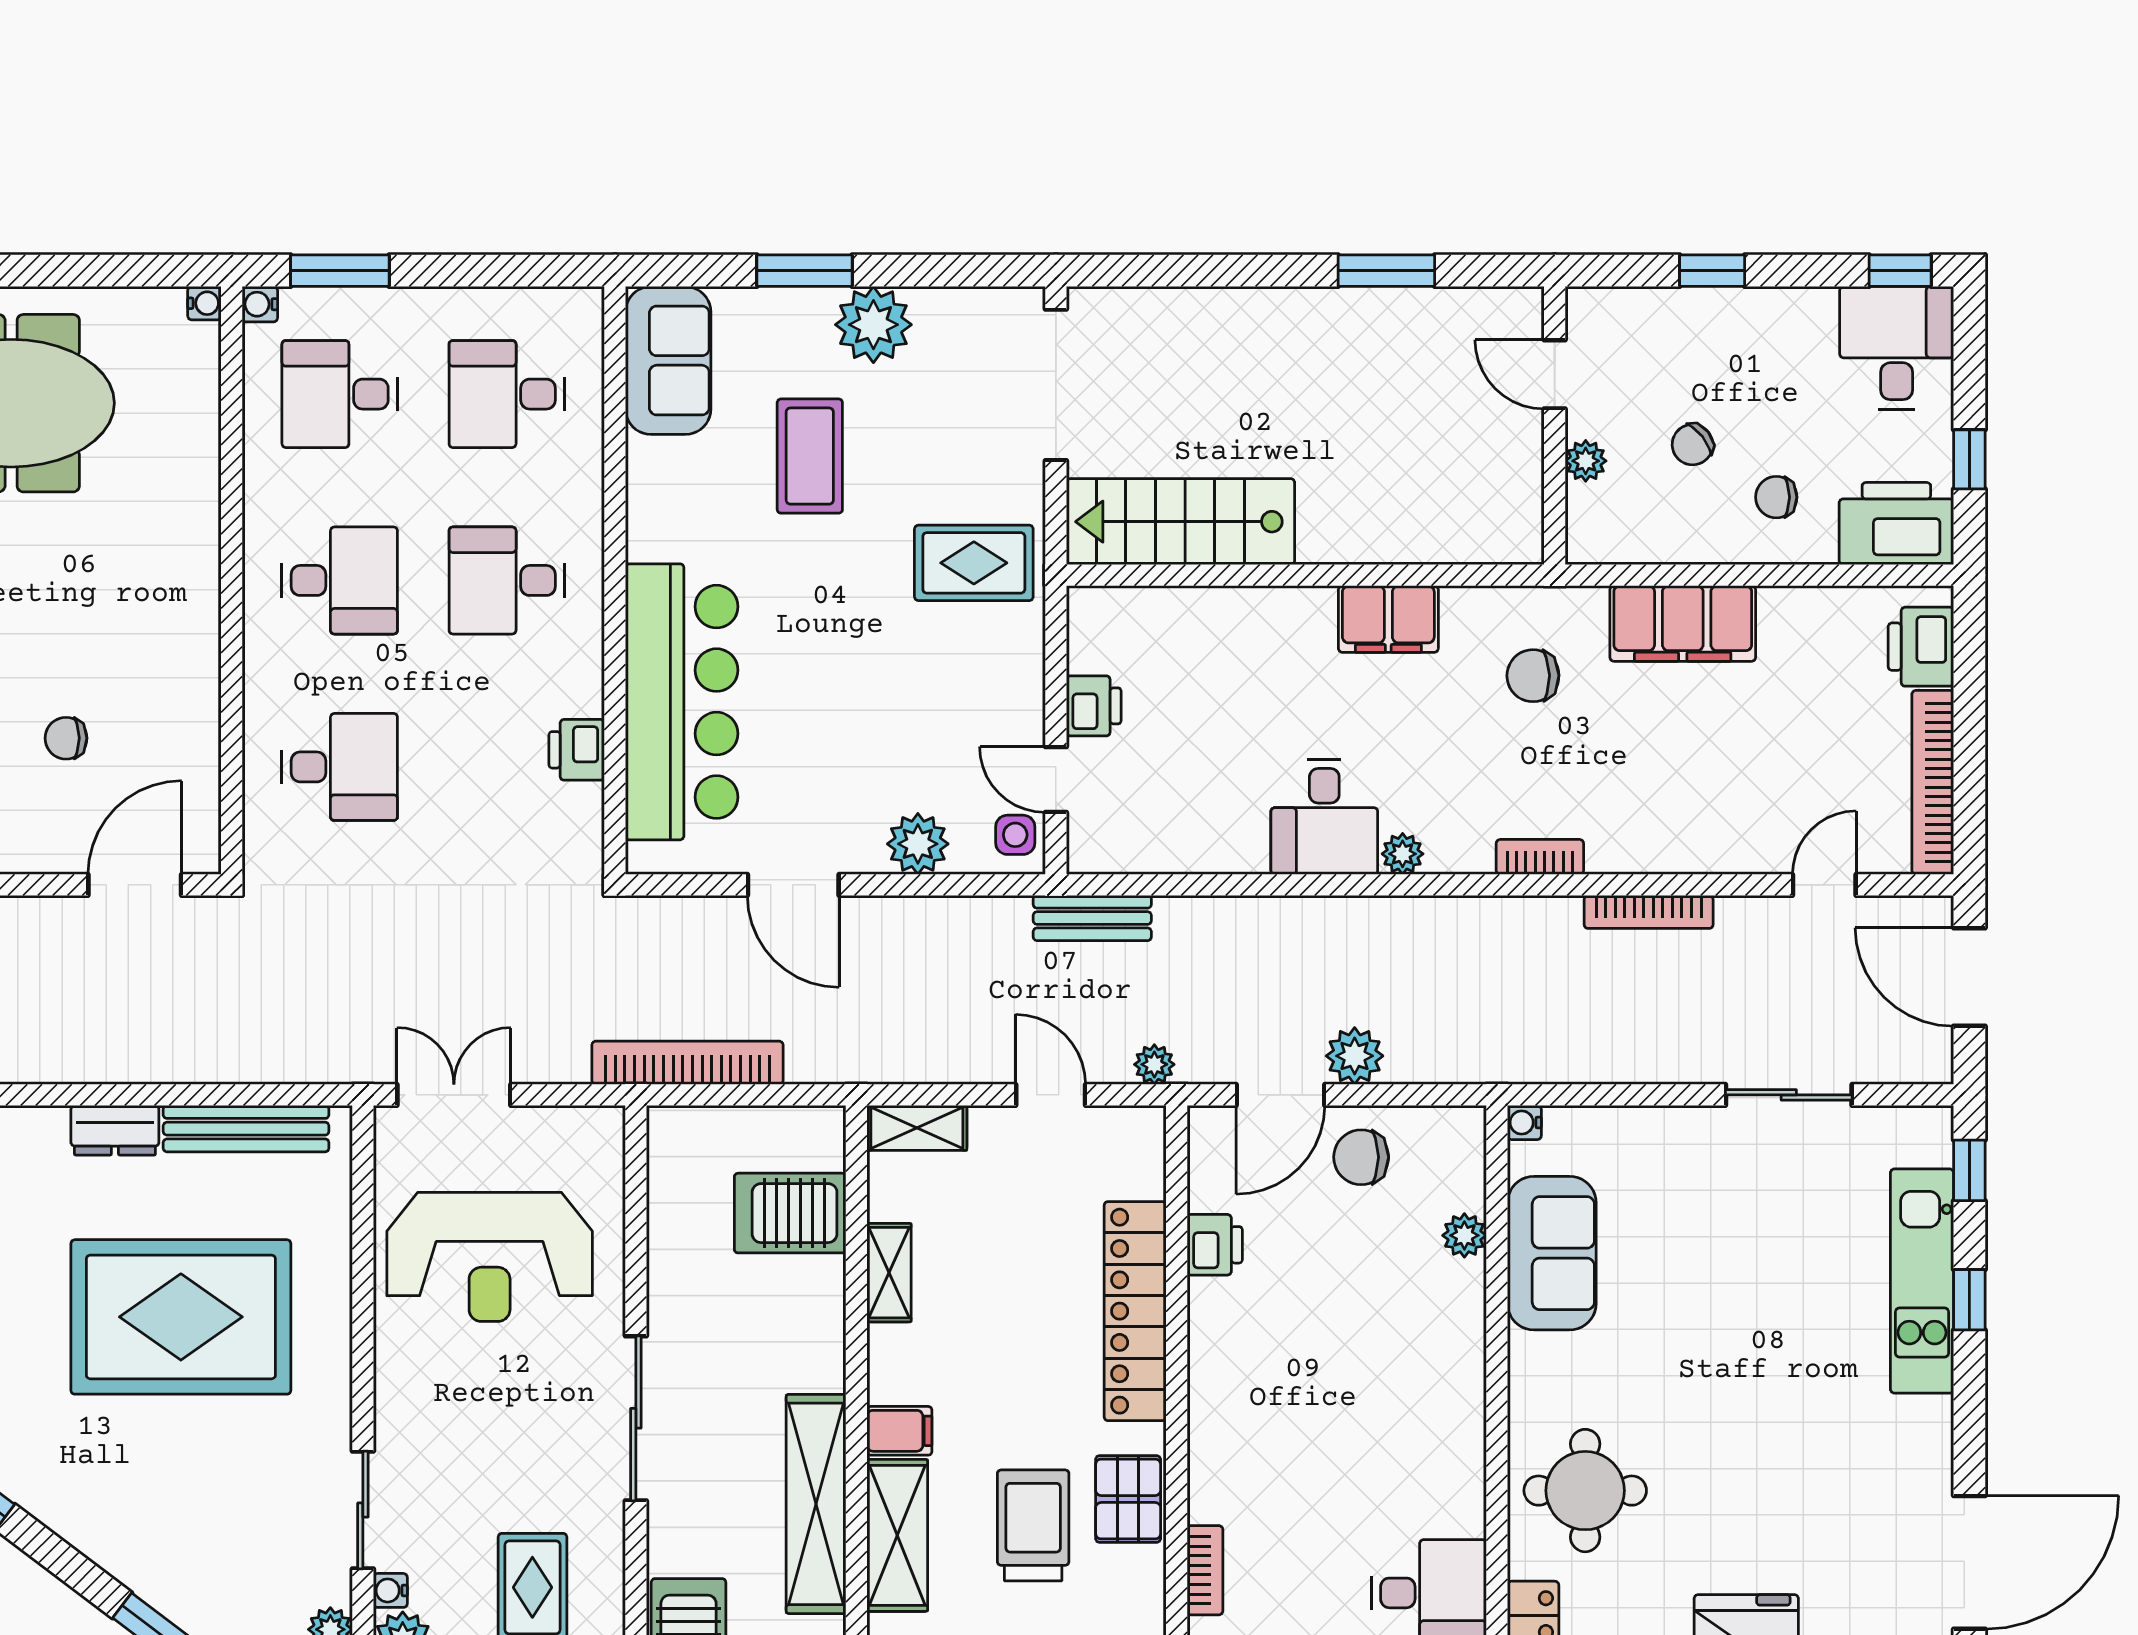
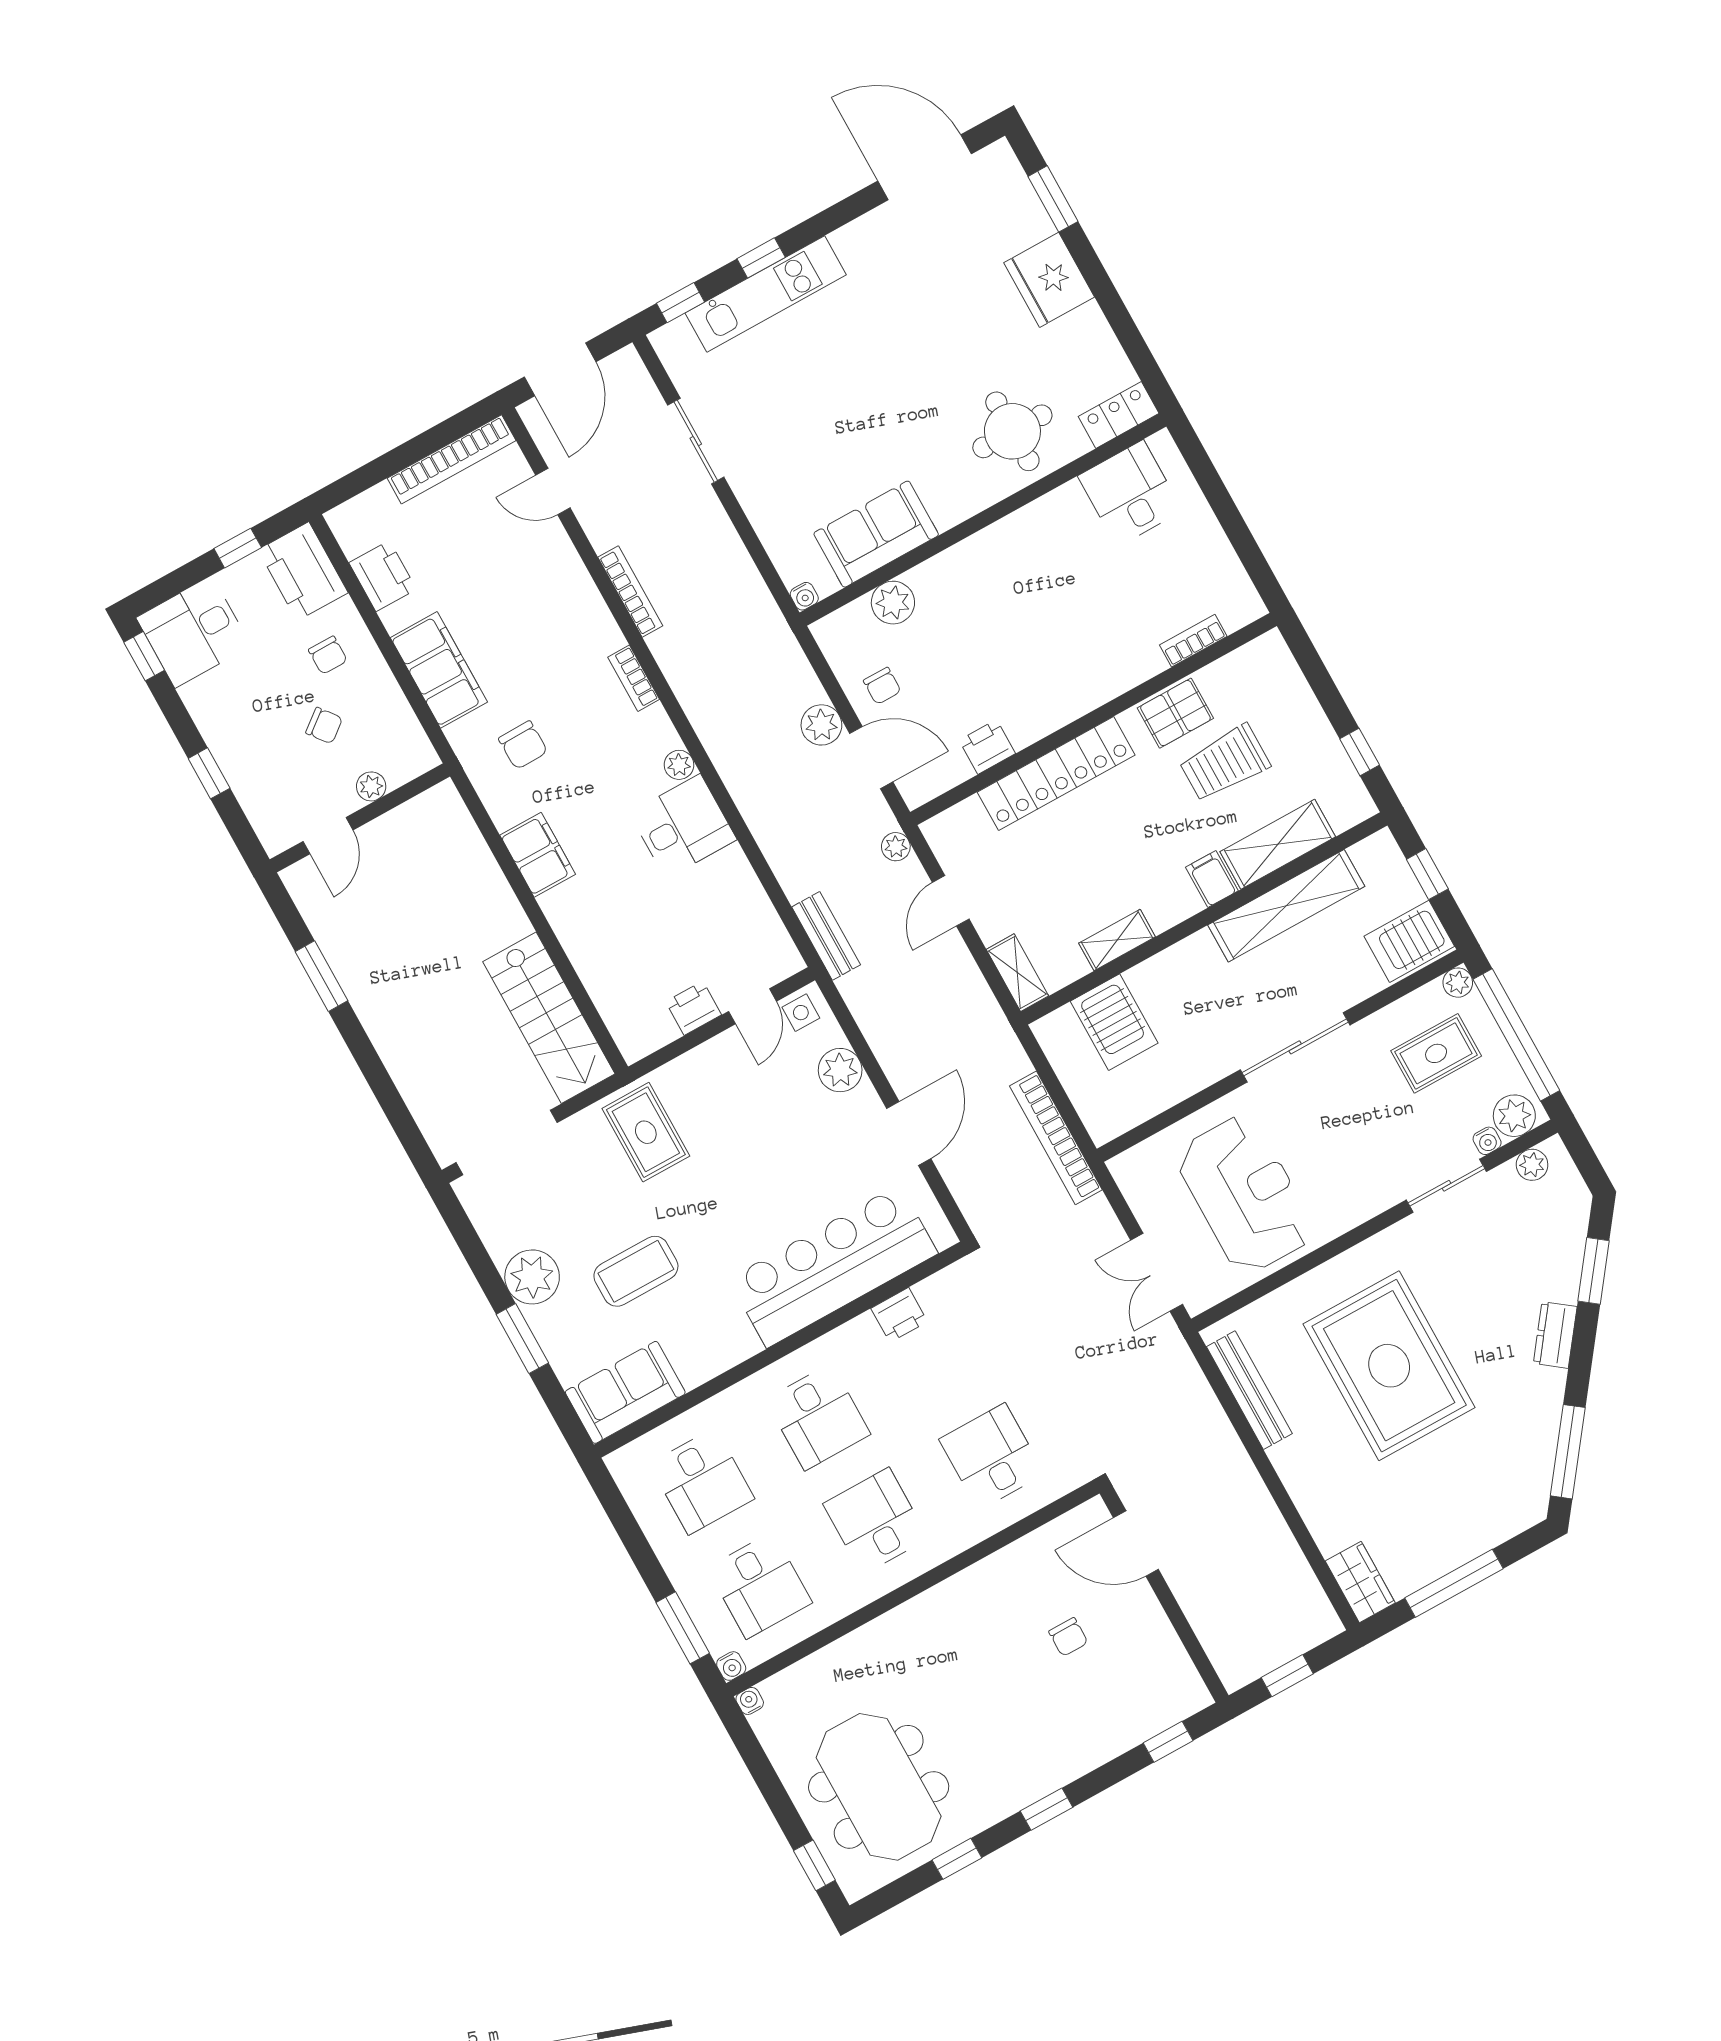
printer: (1921, 647) -> (383, 576), moved, turned -90
dresser: (115, 1130) -> (1555, 1335), moved, turned -143
chair: (1361, 1157) -> (882, 686), width x0.73, depth x0.73
plant: (1464, 1235) -> (893, 603), width x1.38, depth x1.38

